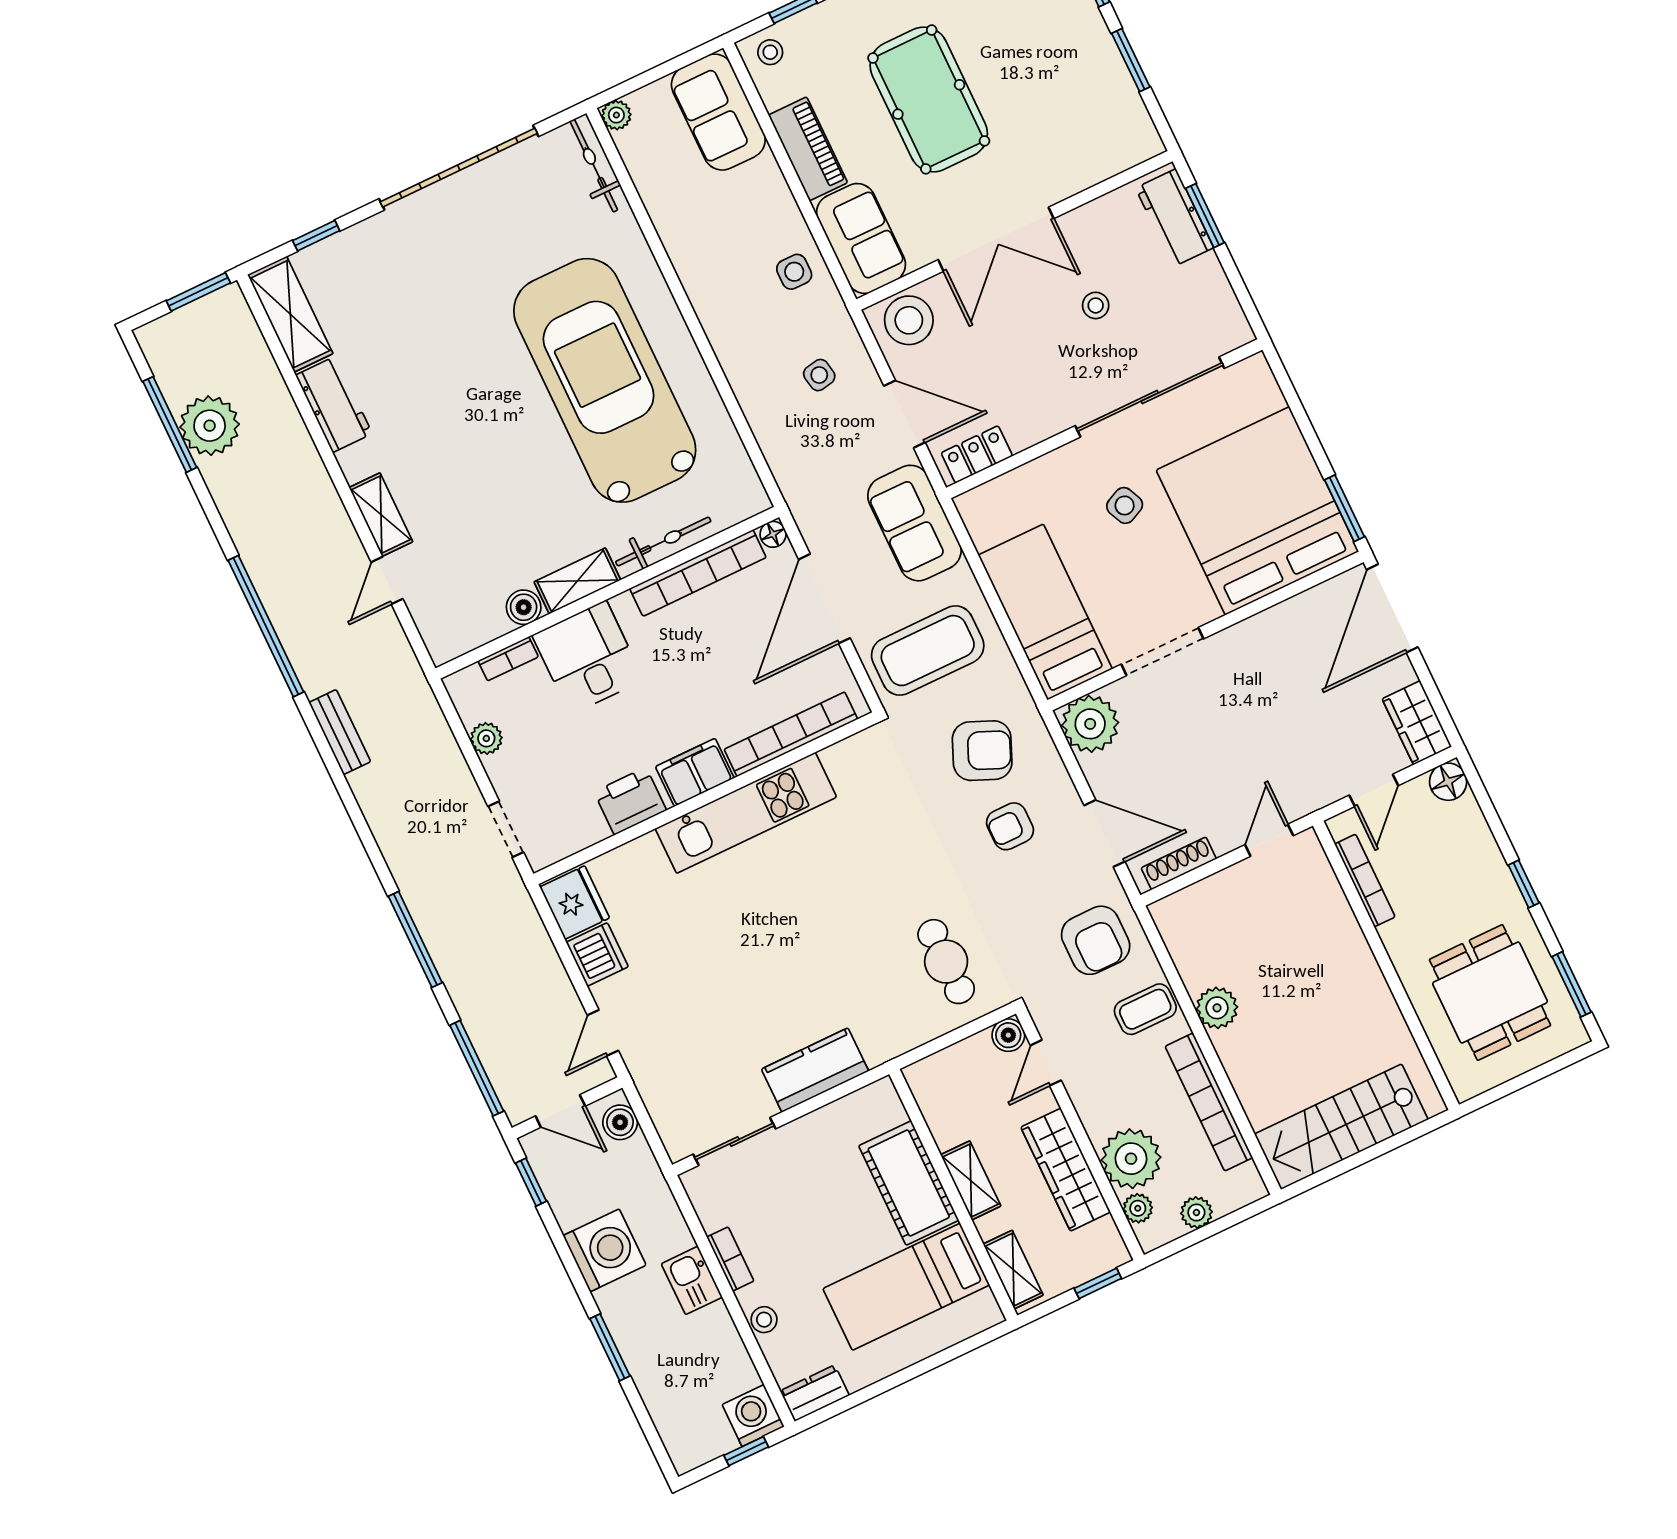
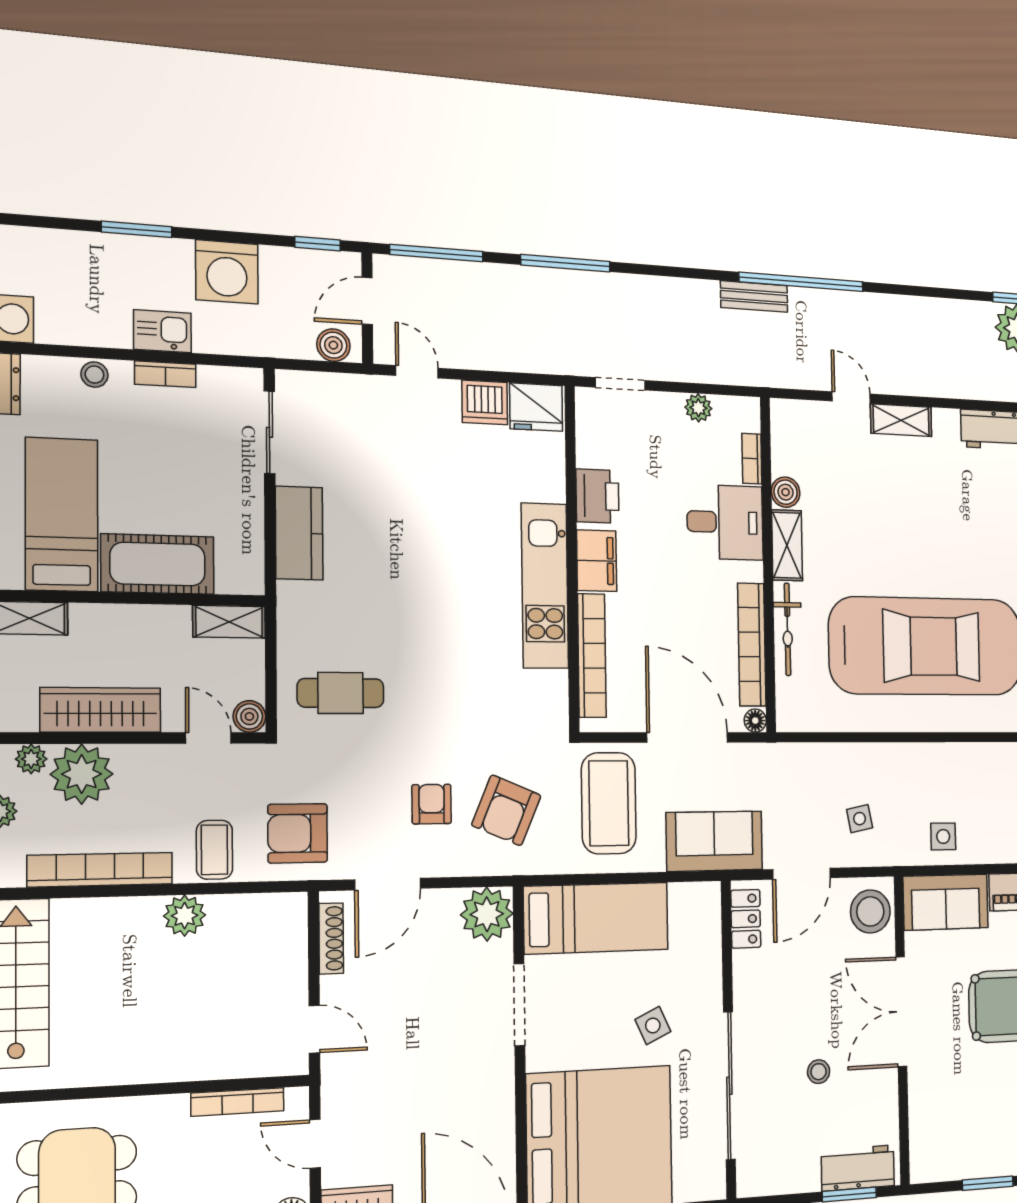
window: (266, 626) -> (801, 282), moved
shelving: (971, 1180) -> (229, 622), moved

